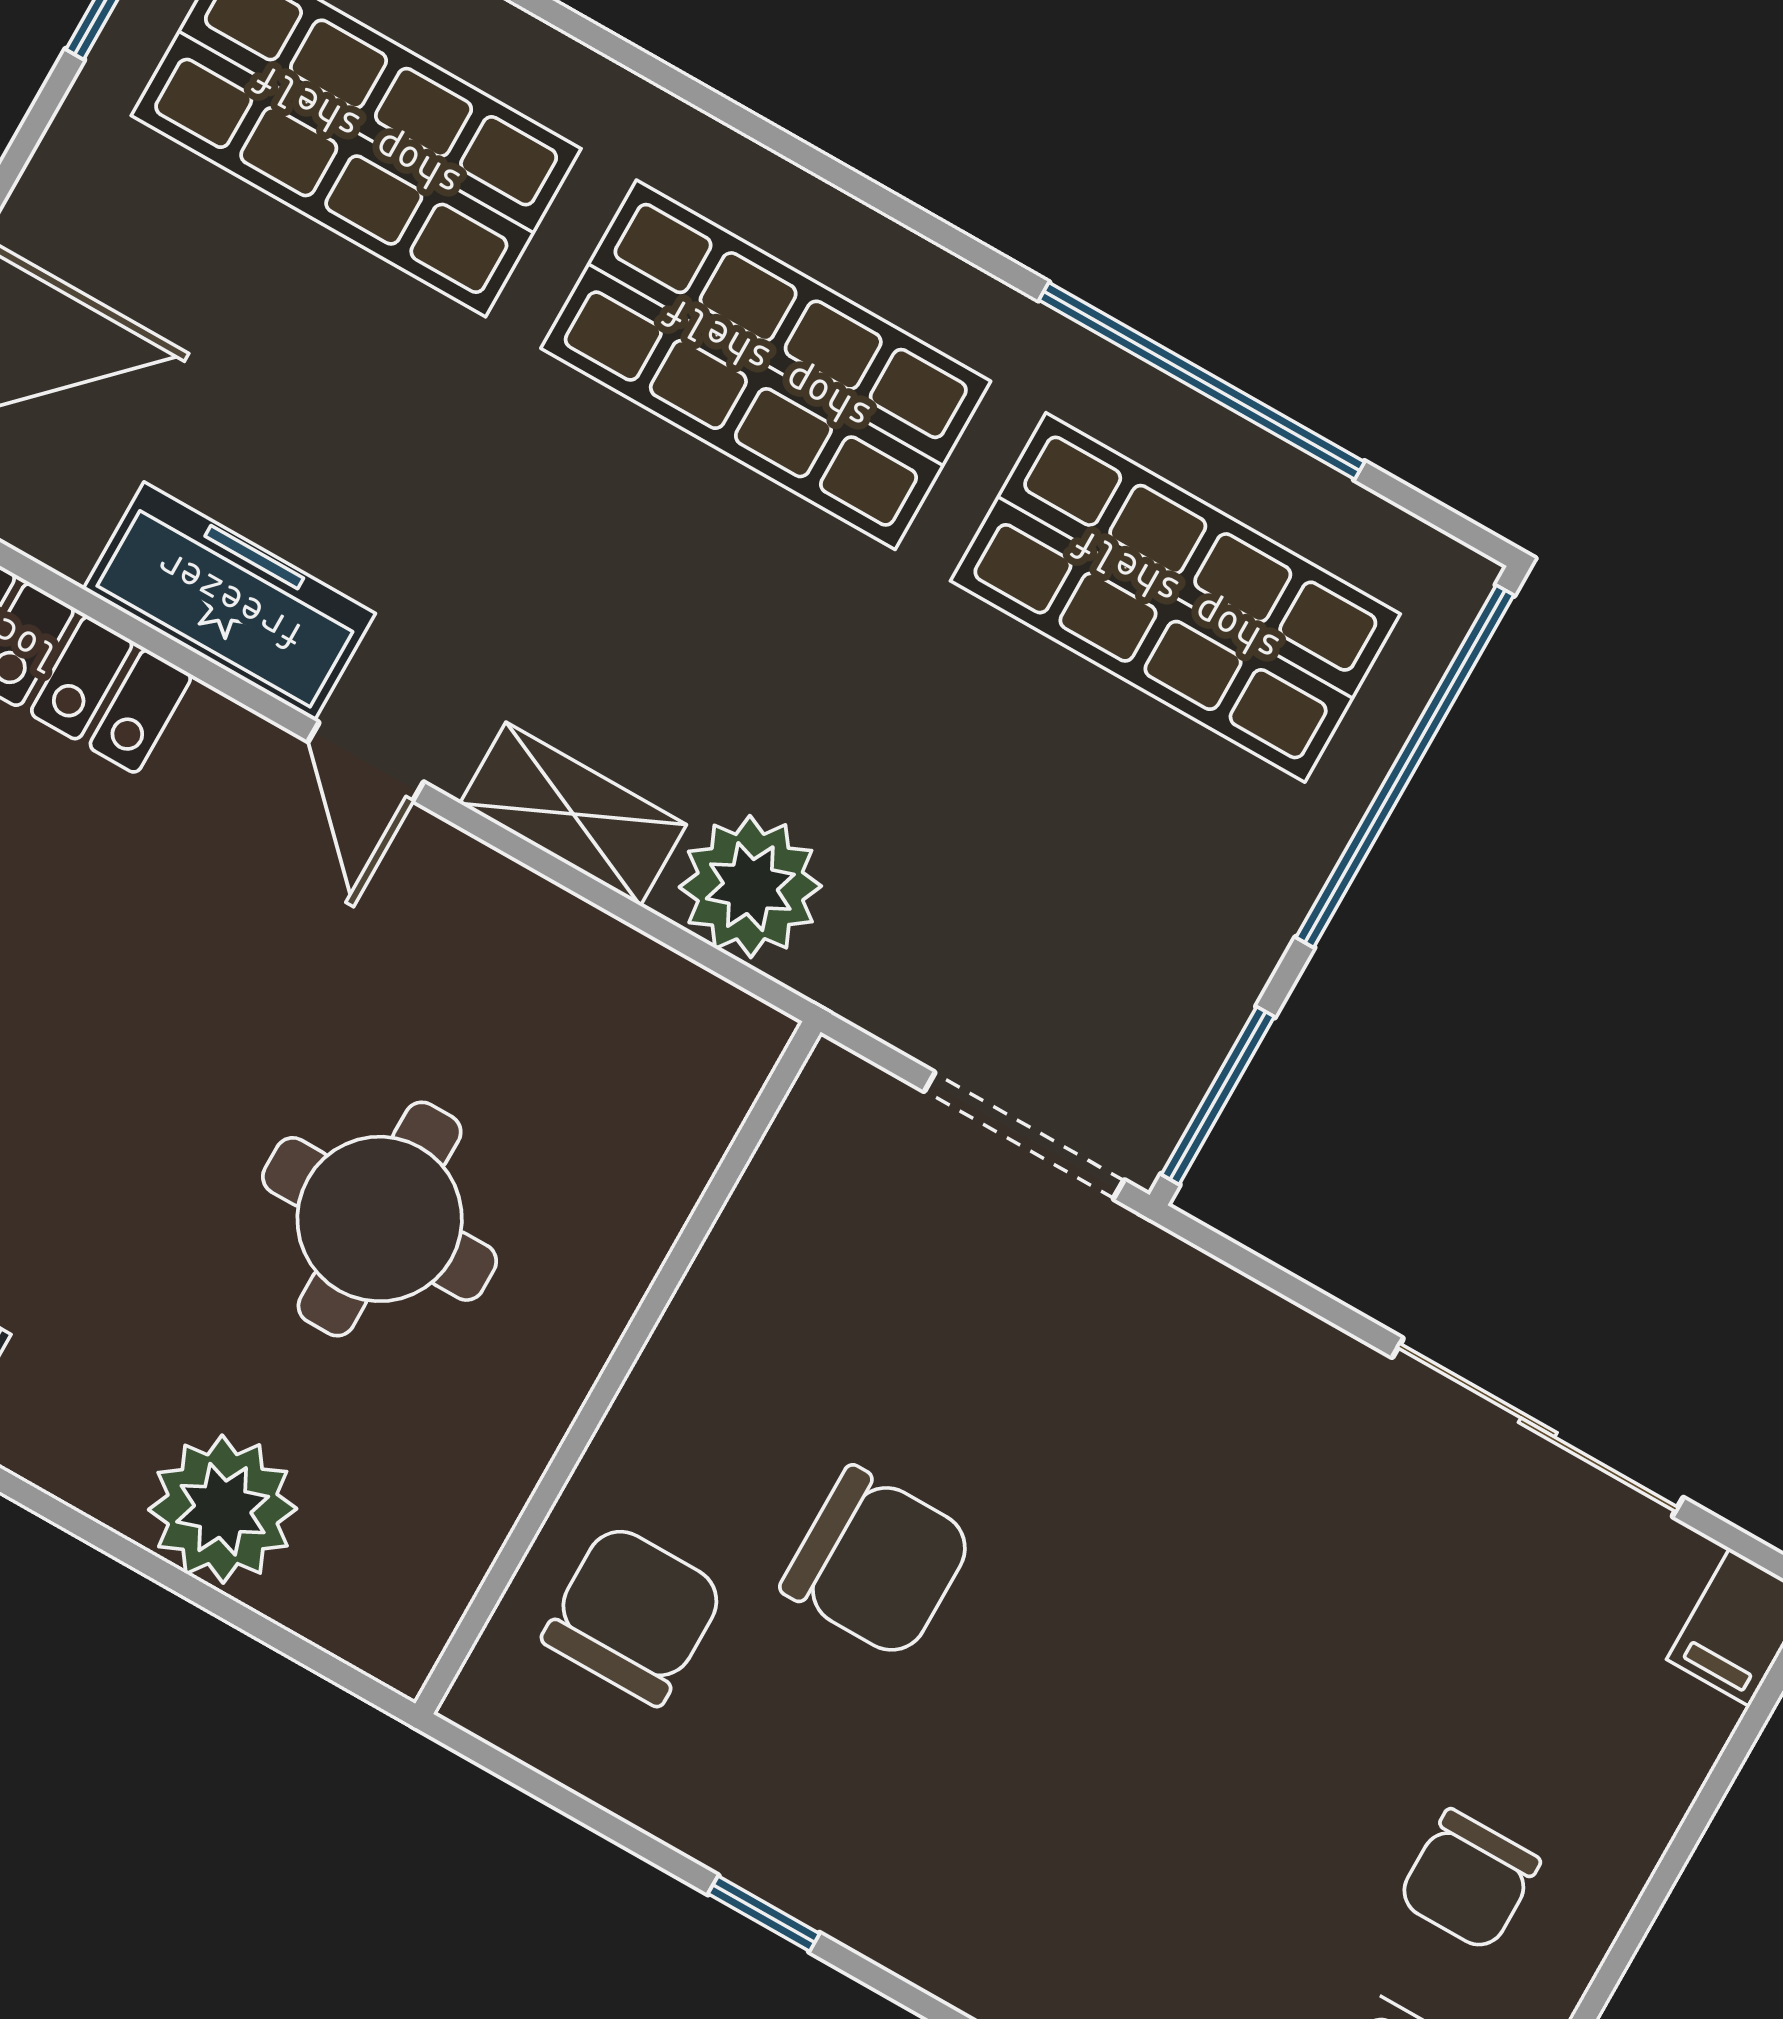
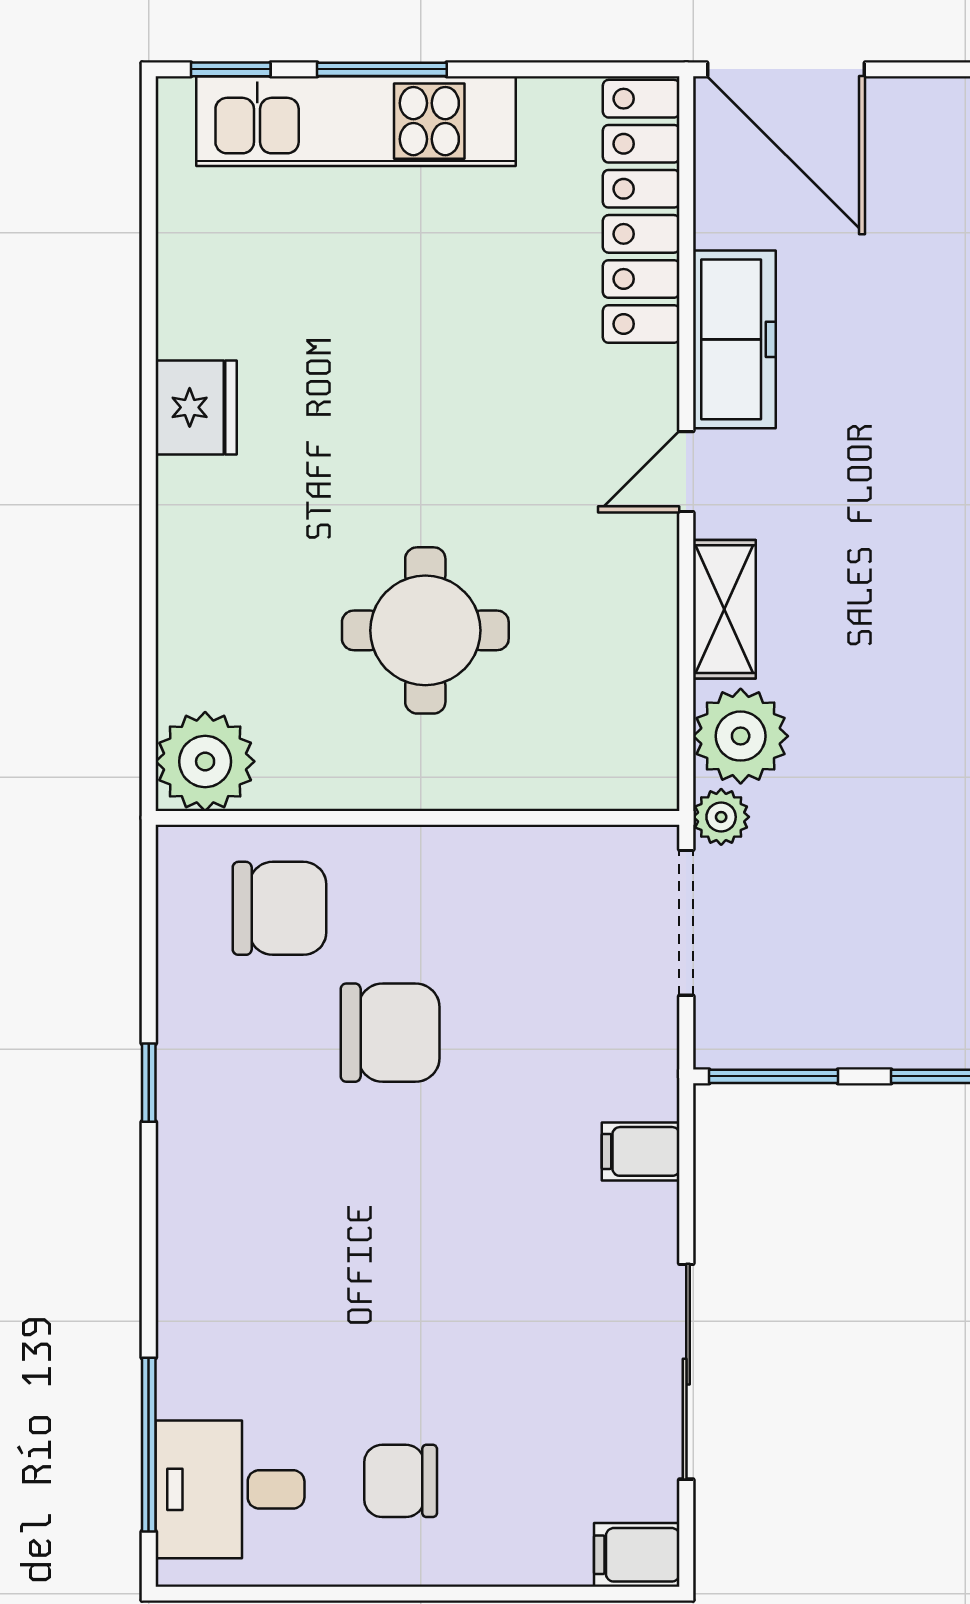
plant: (841, 972) -> (721, 817), added
doorway: (1024, 1136) -> (686, 923), moved
filing cabinet: (1217, 1324) -> (641, 1151), added
plant: (223, 1509) -> (205, 761), moved
chair: (877, 1562) -> (390, 1033), turned -90

